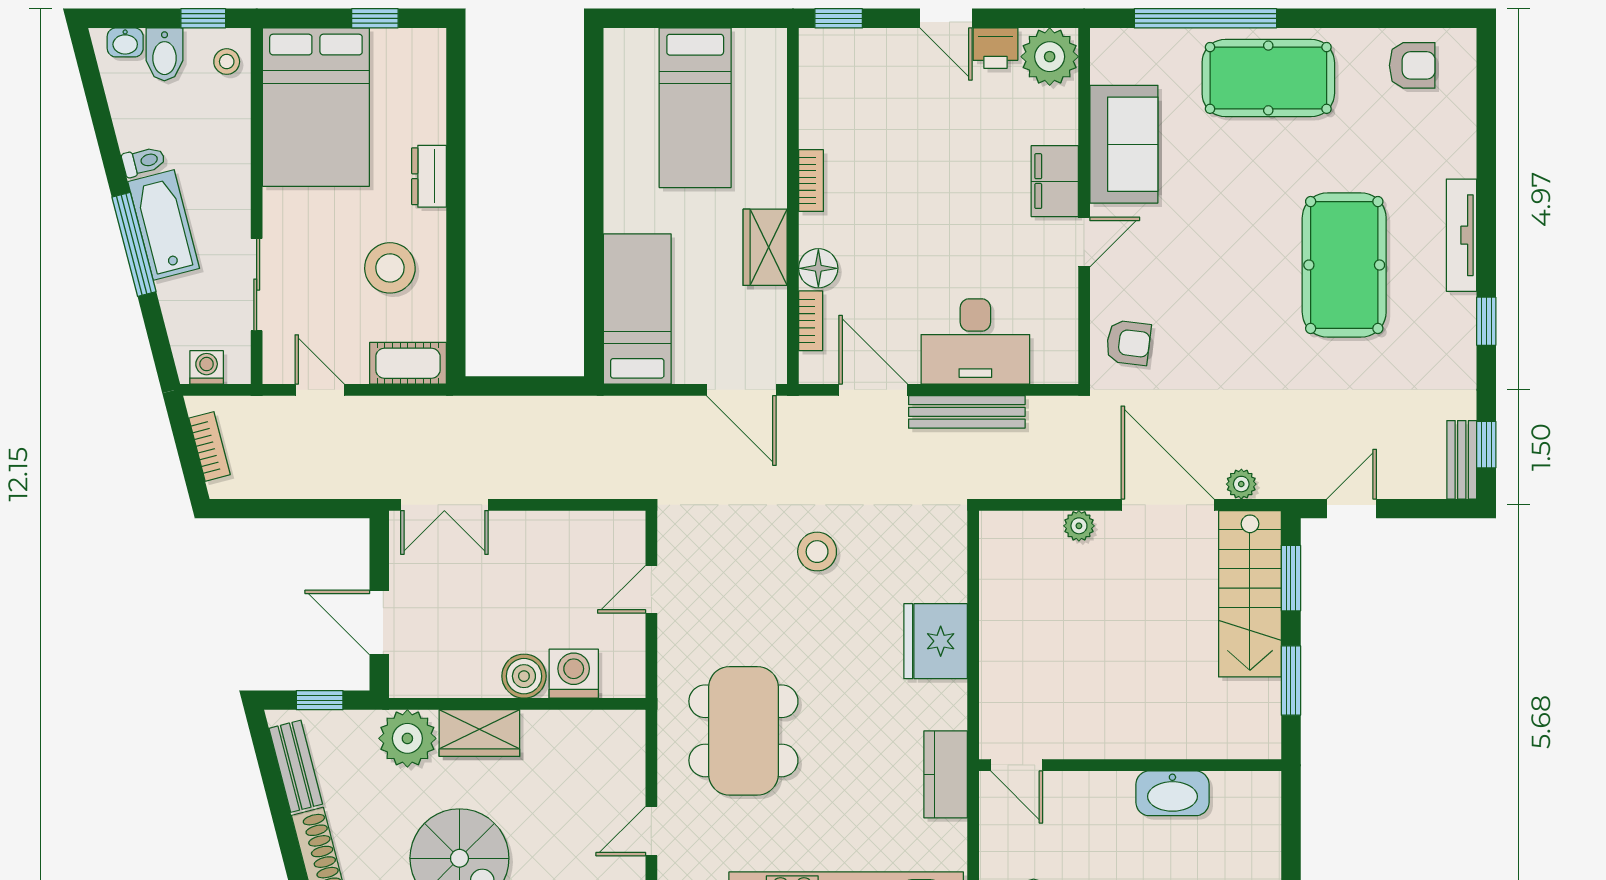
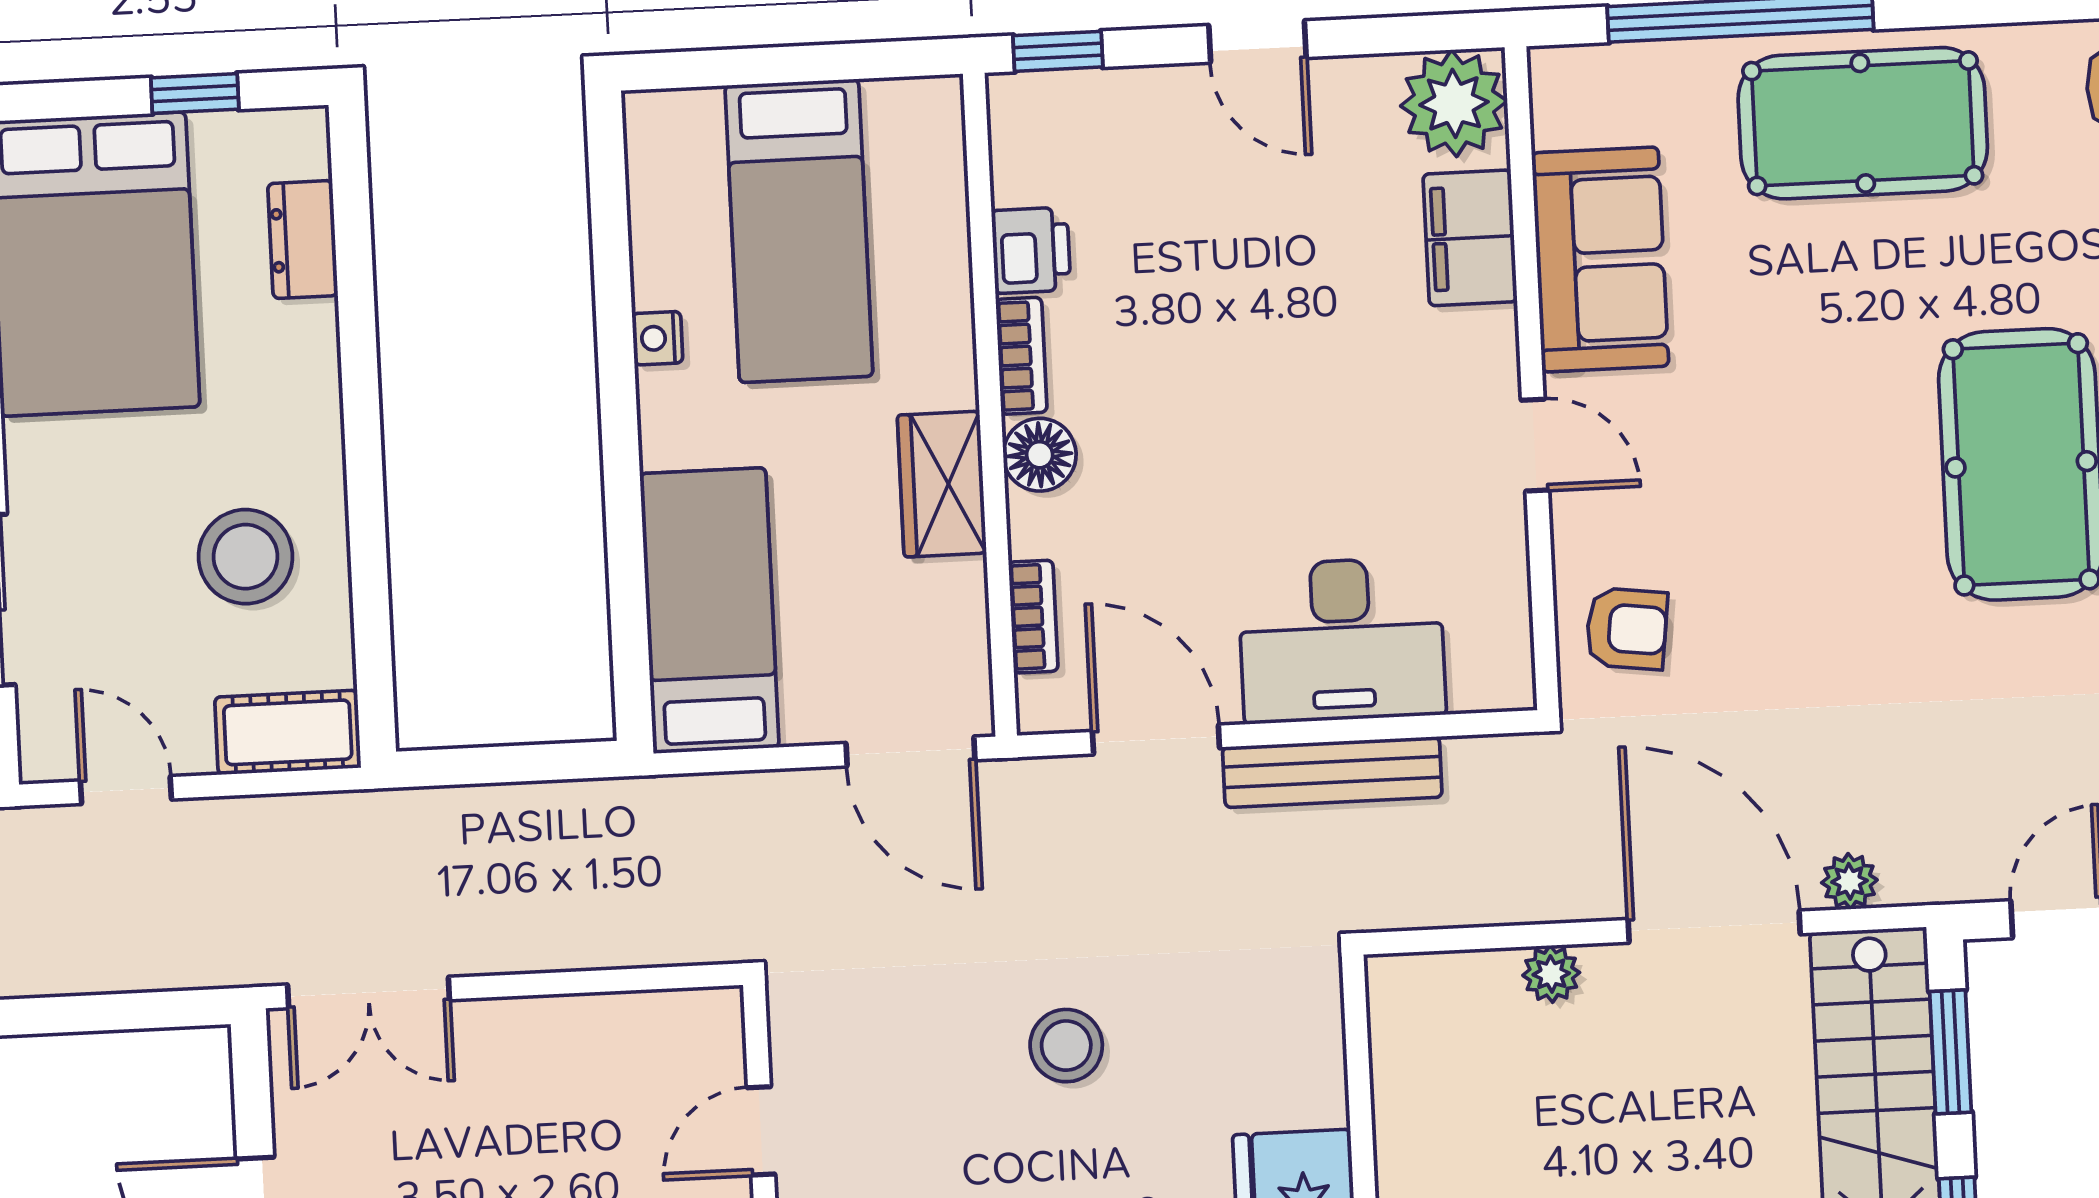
printer: (996, 48) -> (1031, 250), moved, turned -90
nightstand: (616, 162) -> (657, 338), added
dresser: (429, 176) -> (303, 240), moved
filing cabinet: (1055, 181) -> (1470, 238), moved
door: (1084, 242) -> (1535, 445), hinge flipped
floor lamp: (818, 268) -> (1040, 455), moved

